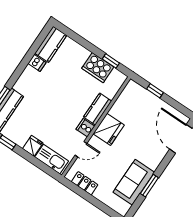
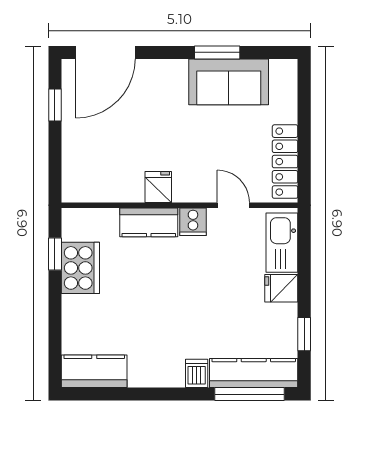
dishwasher: (37, 63) -> (197, 373), moved
window: (155, 91) -> (55, 105), moved
fridge: (109, 129) -> (158, 187), width x0.53, depth x0.75
locker: (85, 183) -> (285, 162), width x1.53

